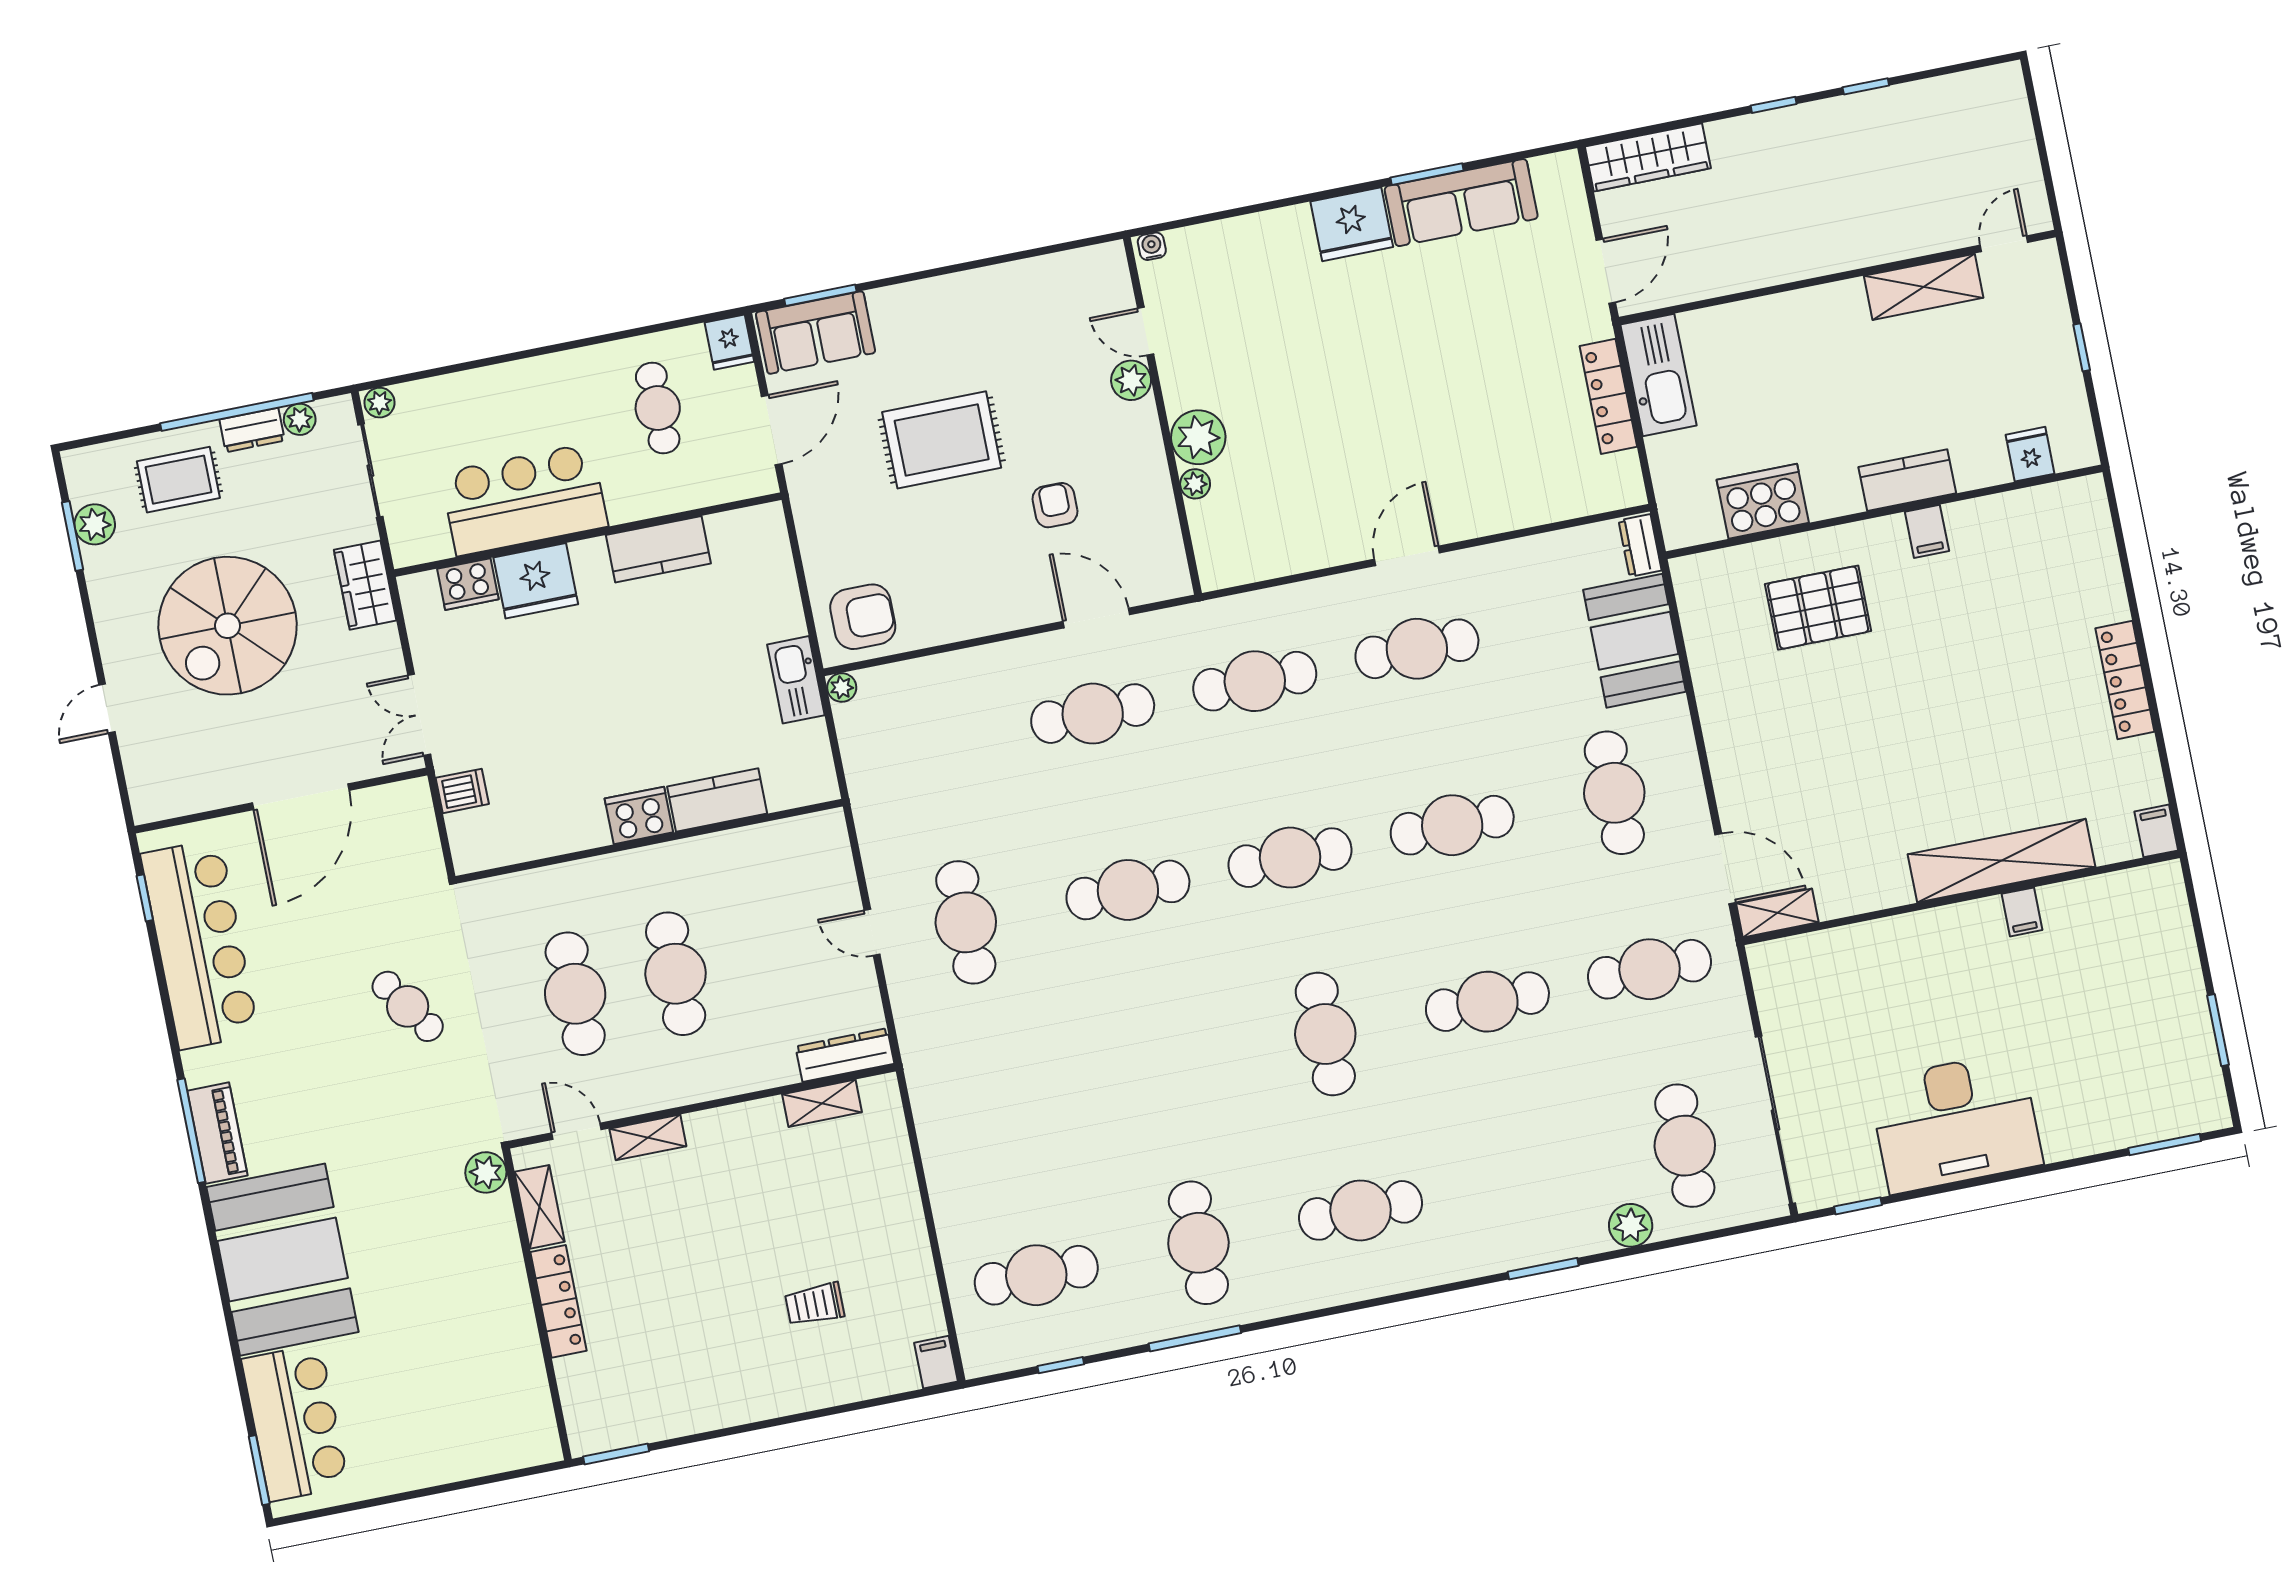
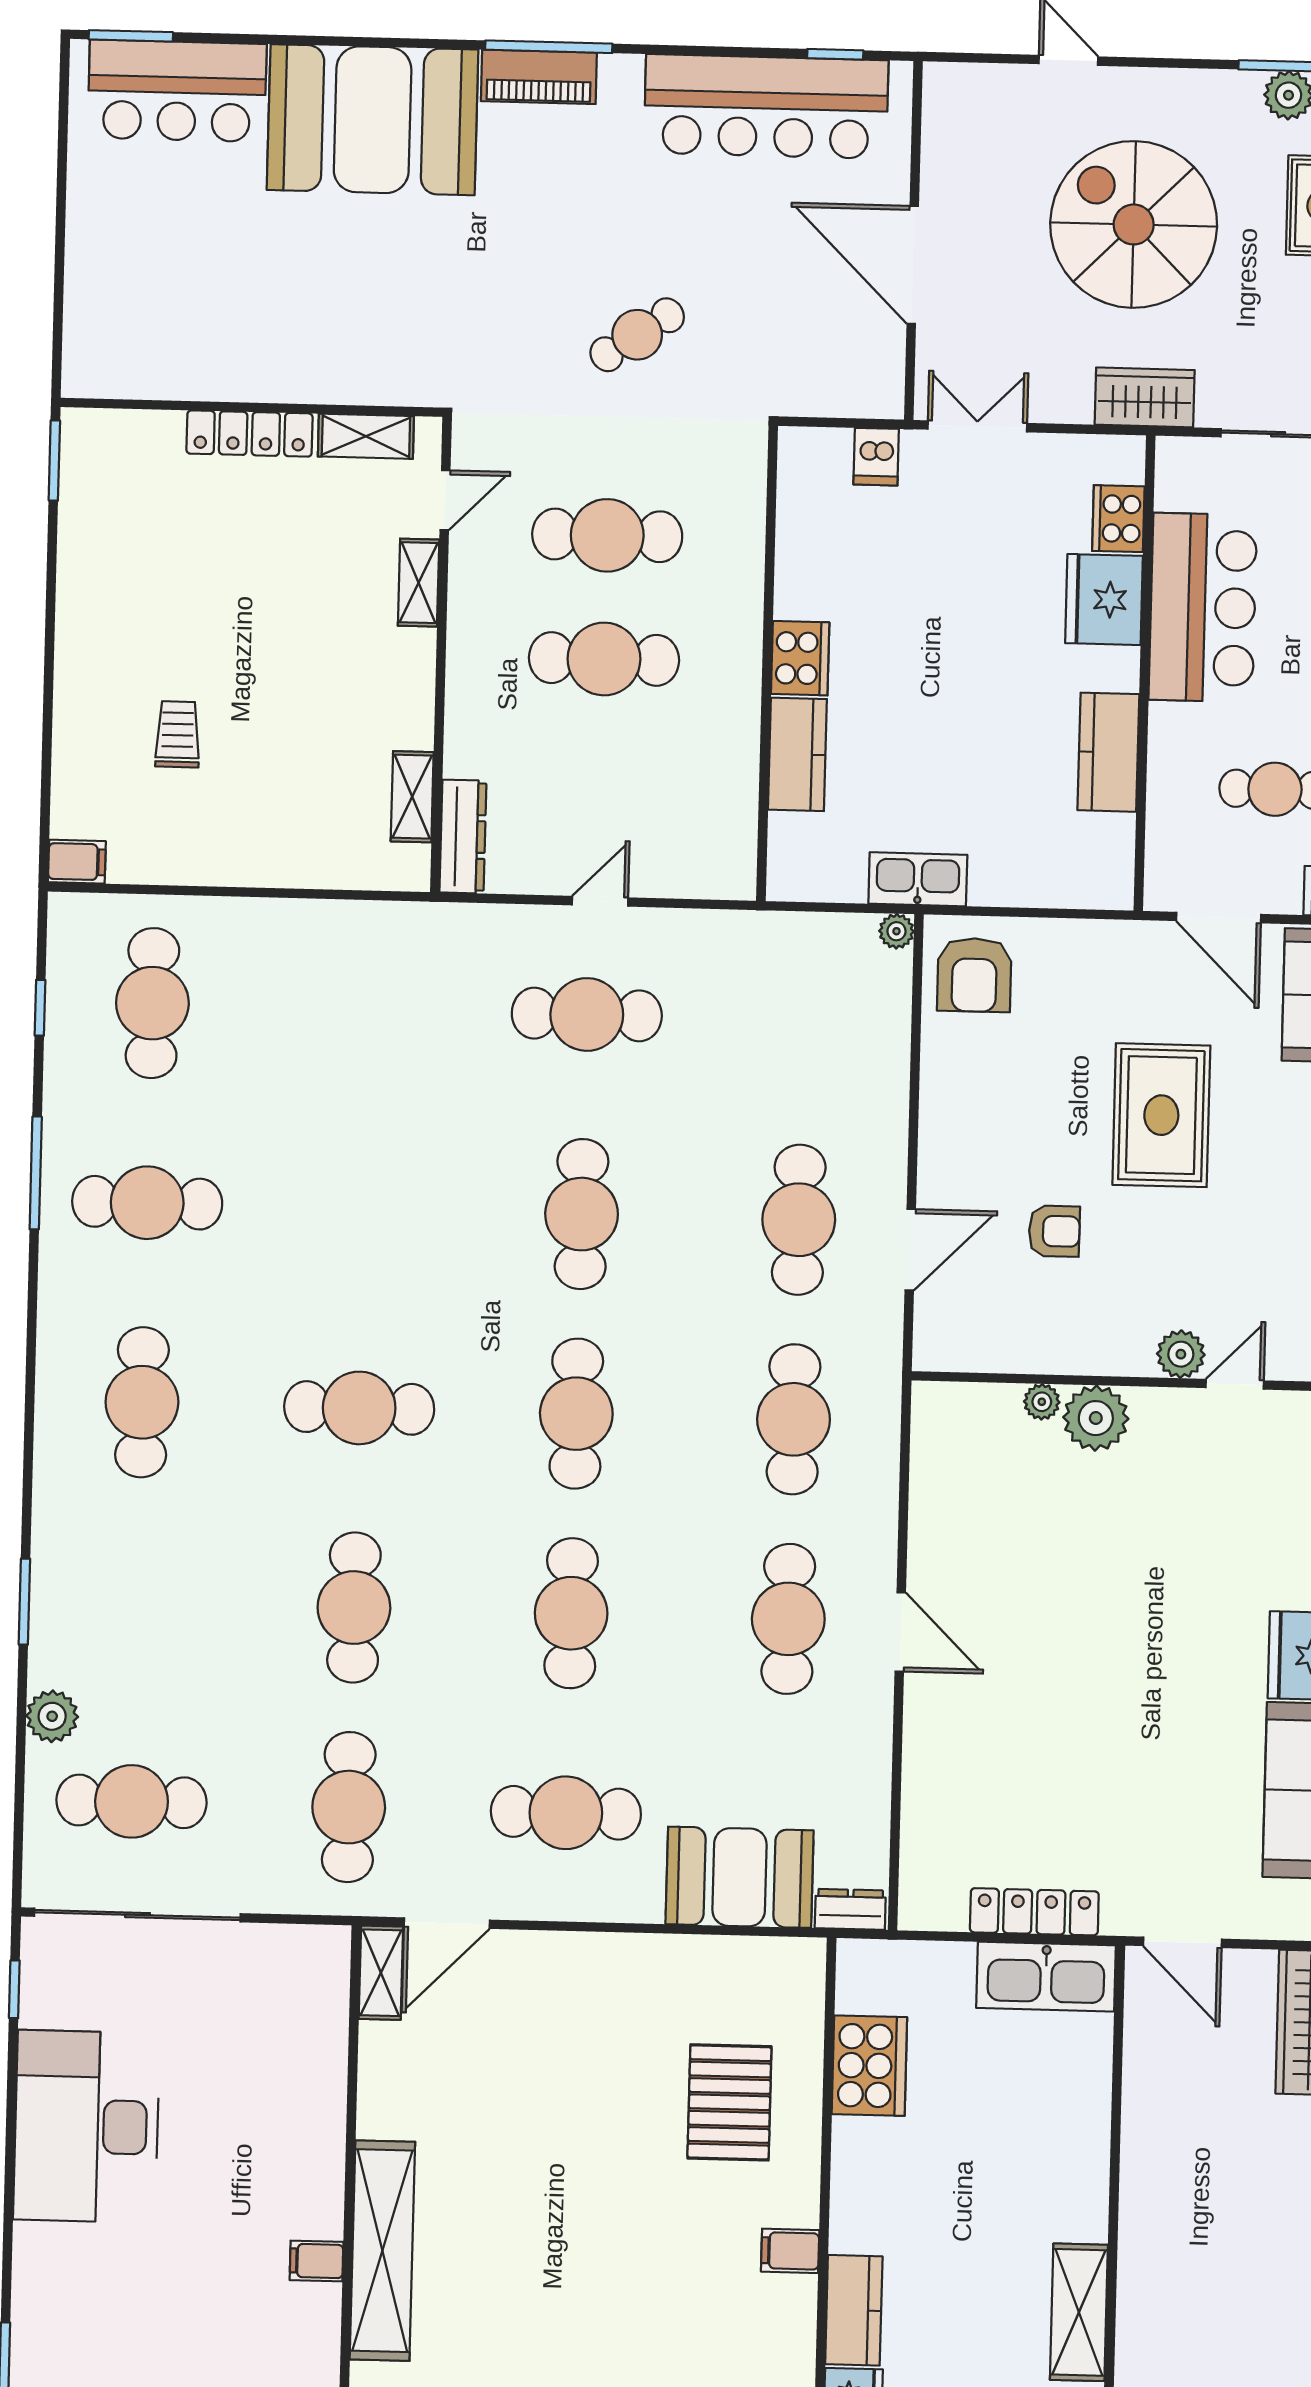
kitchen counter: (1907, 480) -> (854, 2310), moved
plant: (486, 1172) -> (421, 382), removed

